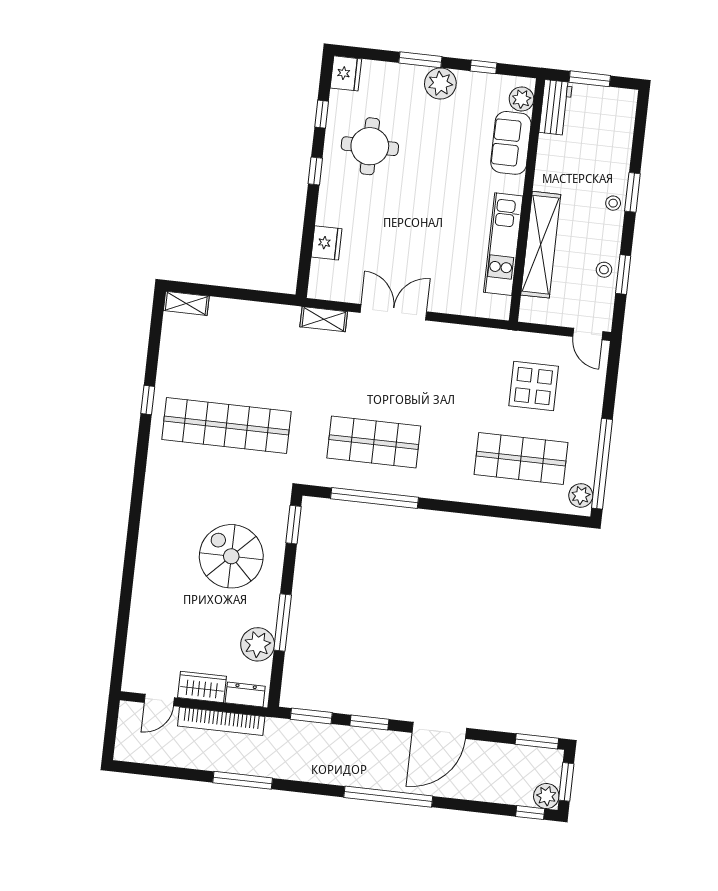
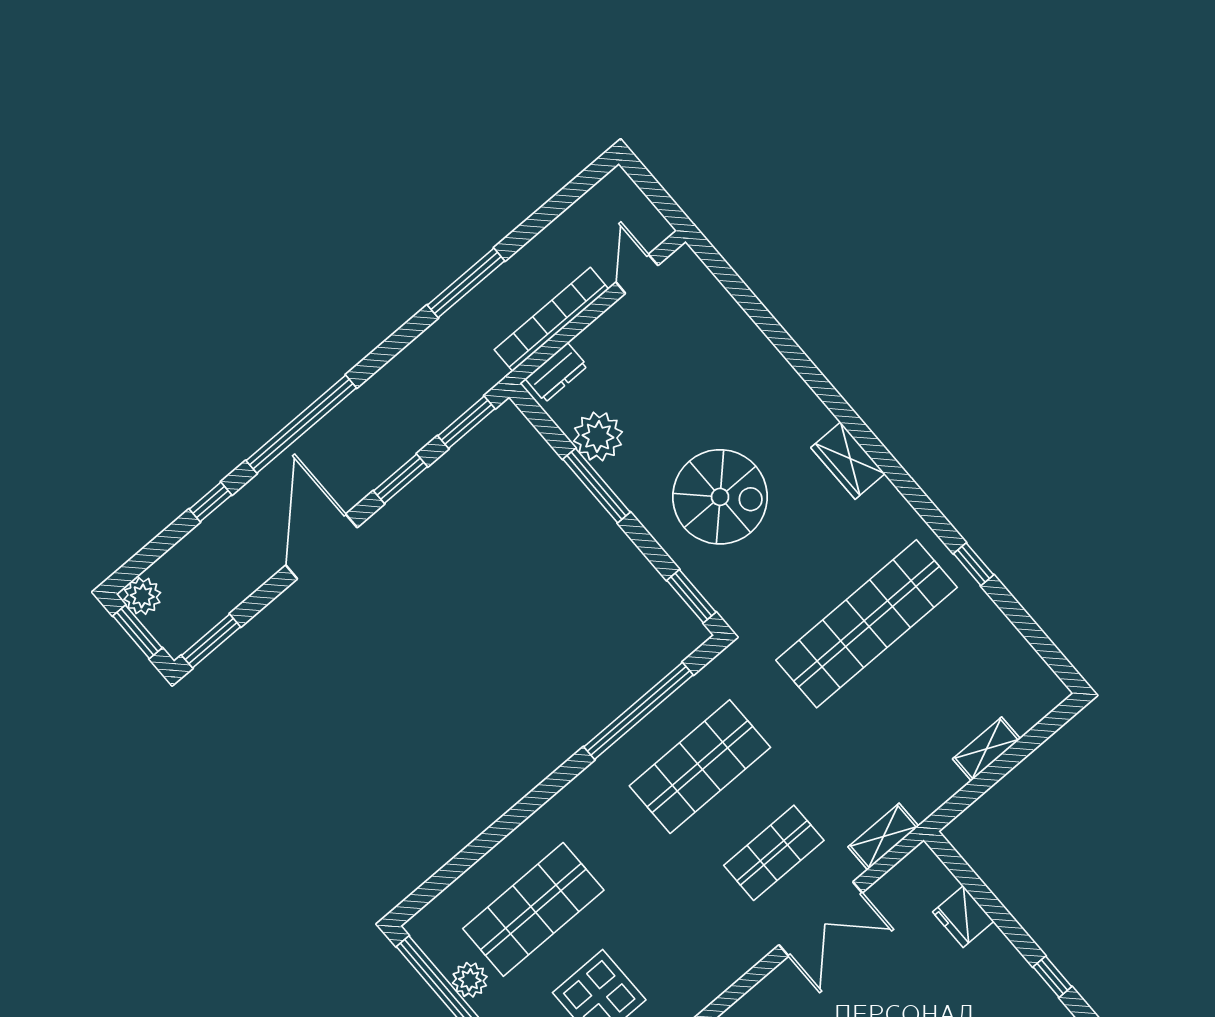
shelving: (186, 303) -> (986, 749), moved
shop shelf: (382, 366) -> (774, 853), added
plant: (581, 495) -> (470, 980), moved
wardrobe: (202, 687) -> (848, 461), moved, turned 90
window: (530, 813) -> (211, 502), moved

